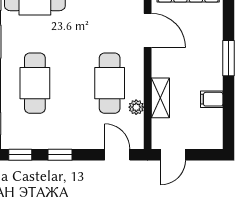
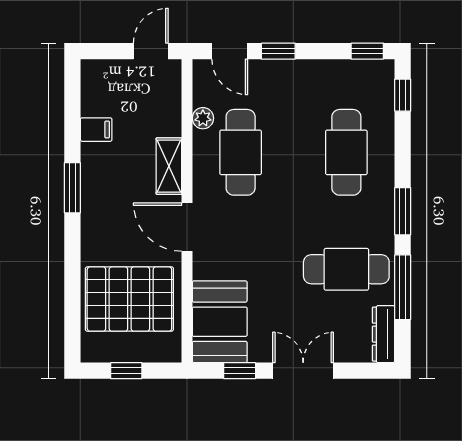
shelving: (160, 98) -> (169, 166), moved
window: (60, 155) -> (278, 51), moved

